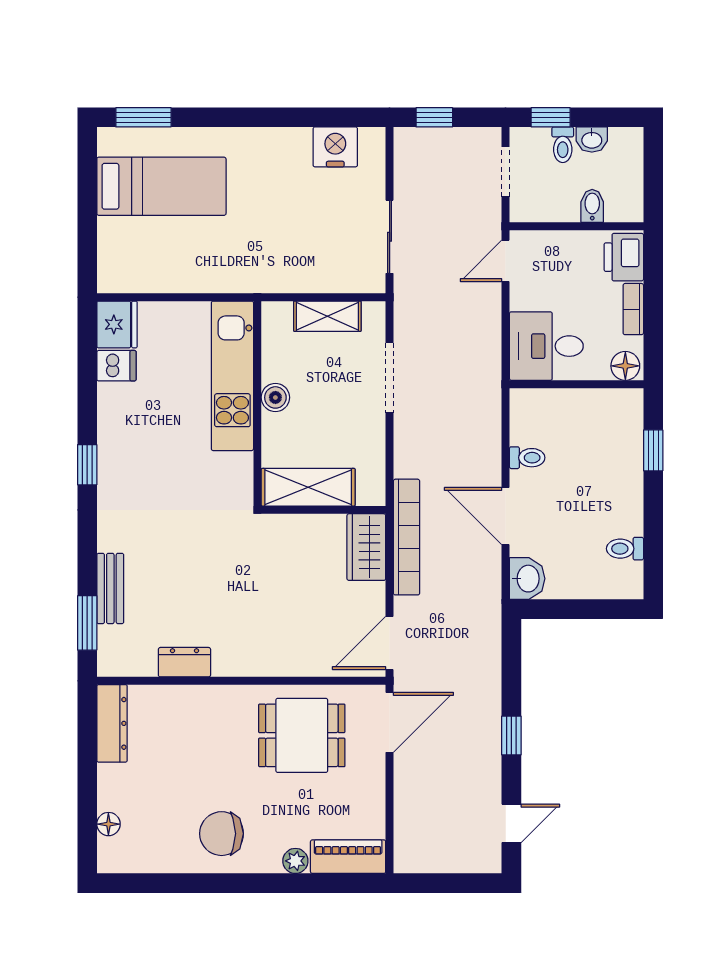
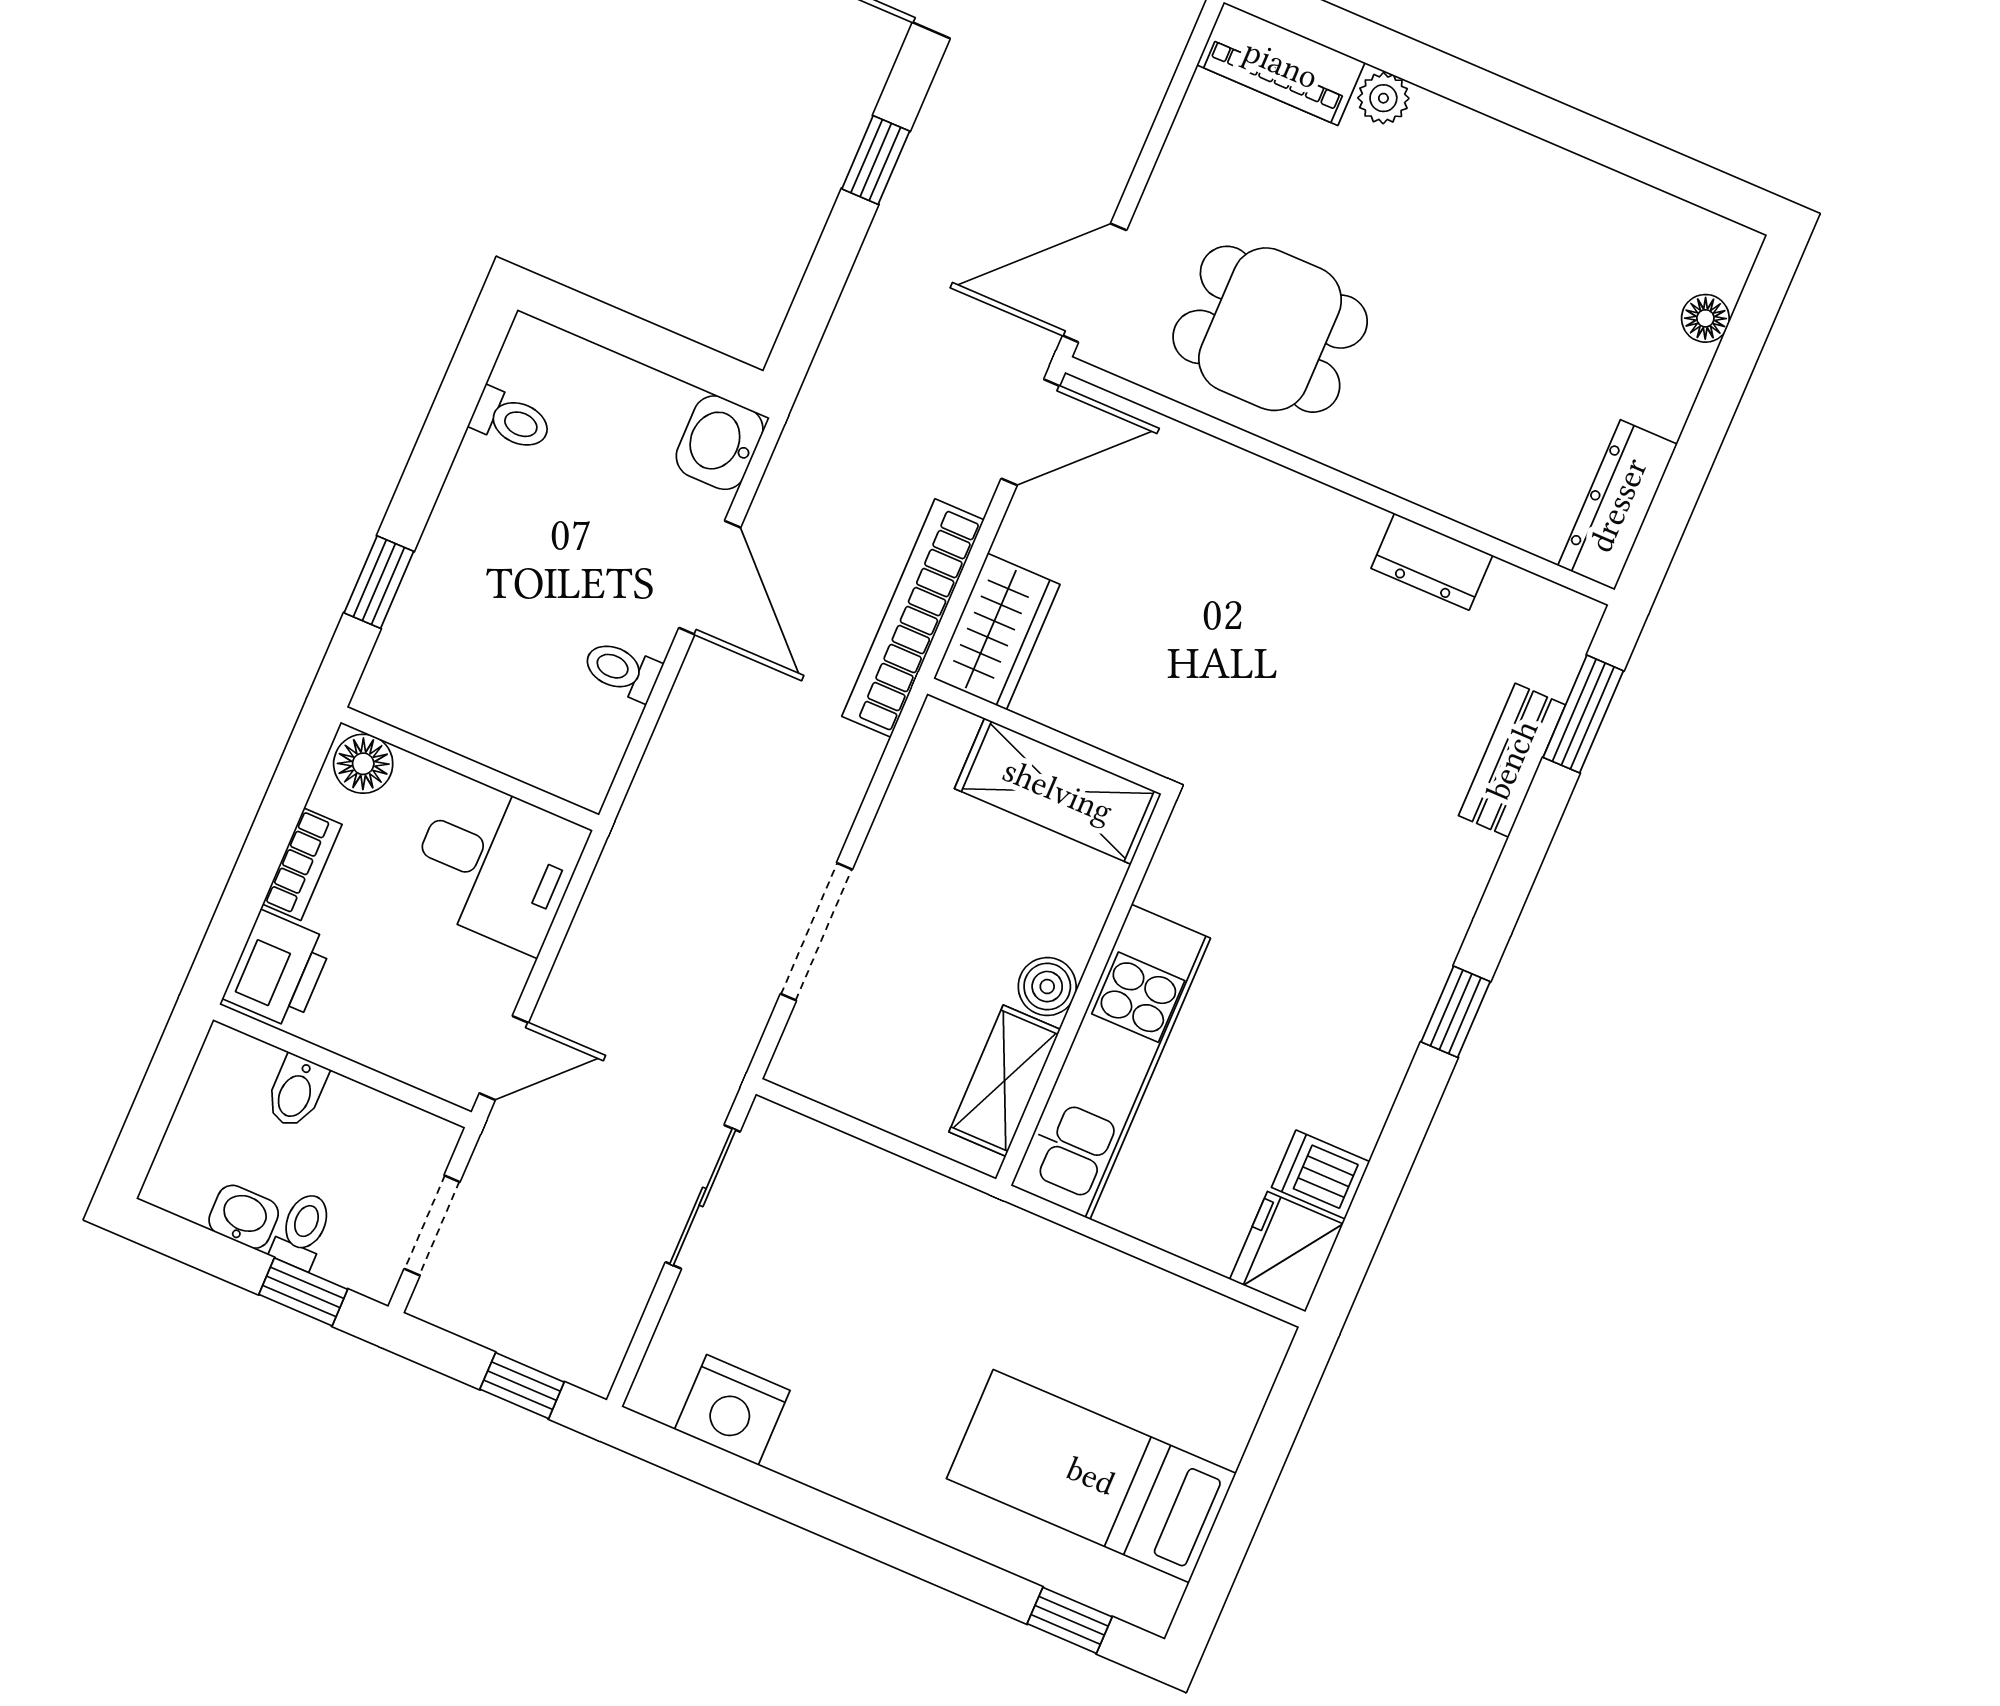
window: (143, 117) -> (1070, 1620), width x0.67
shelving: (327, 316) -> (1005, 1081), moved, turned 90
chair: (222, 834) -> (1500, 209), removed

